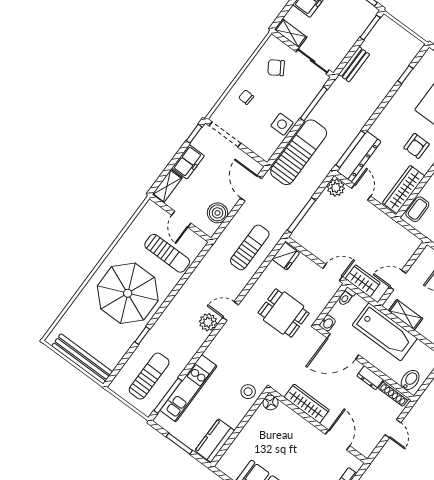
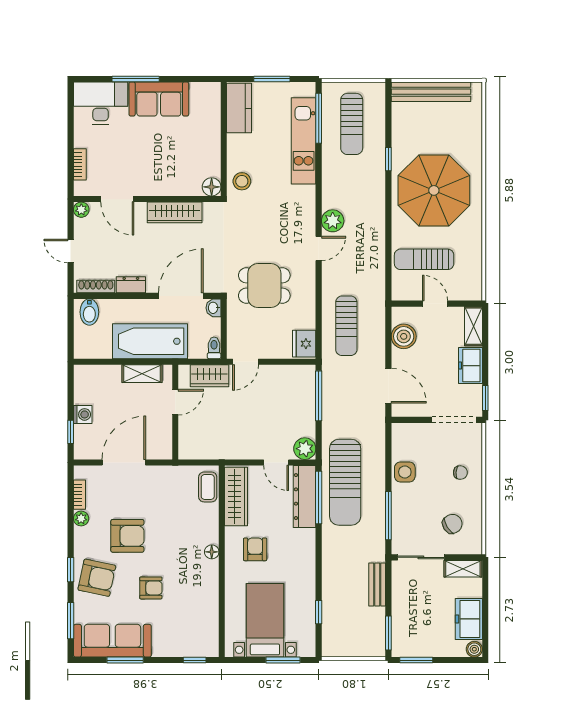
sun lounger: (299, 152) -> (345, 482), moved
plant: (366, 450) -> (81, 210), added

